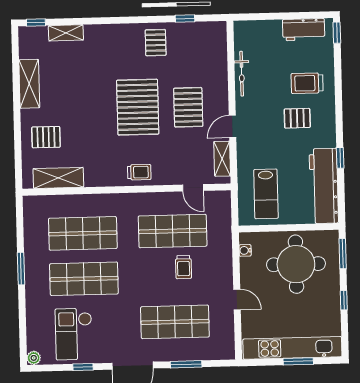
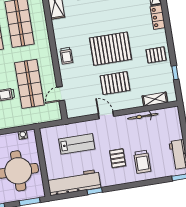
locker: (101, 33) -> (158, 17), added
trolley: (307, 83) -> (142, 162), turned 180
shelving: (222, 159) -> (155, 99), moved
lab bench: (266, 194) -> (77, 144), moved, turned 180

